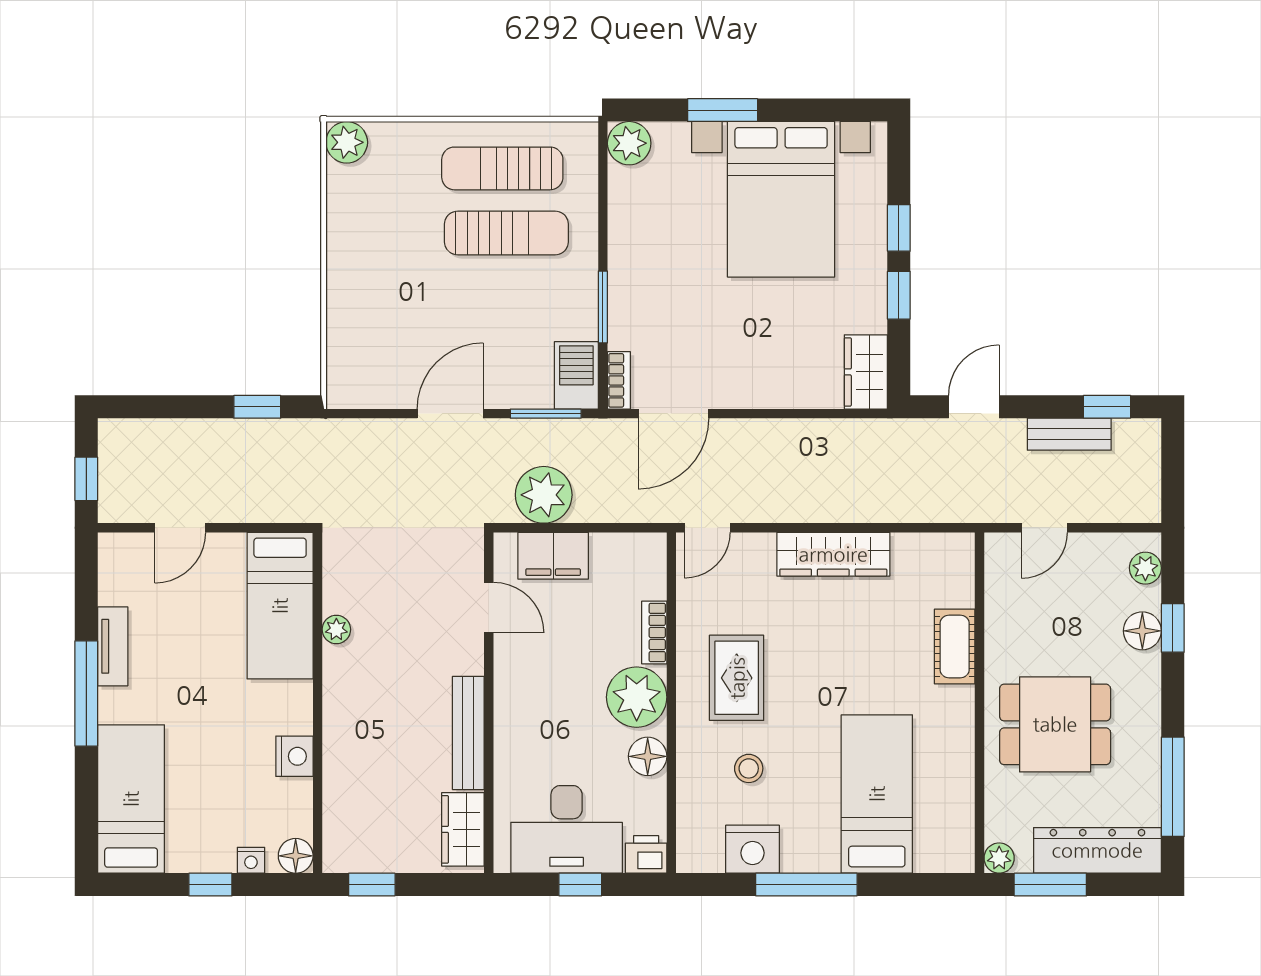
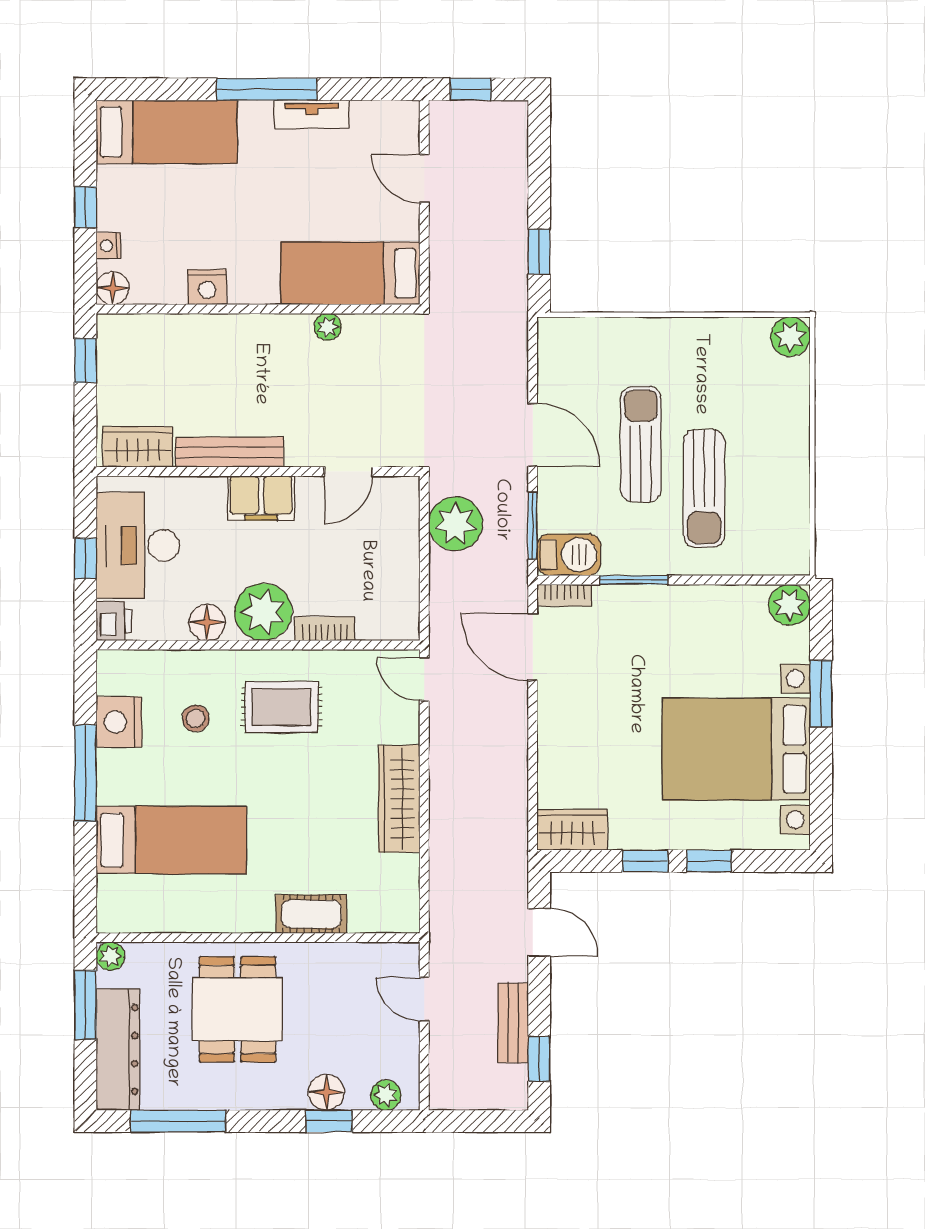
sun lounger: (502, 168) -> (641, 444), moved
filing cabinet: (553, 556) -> (261, 498), moved, turned -90

